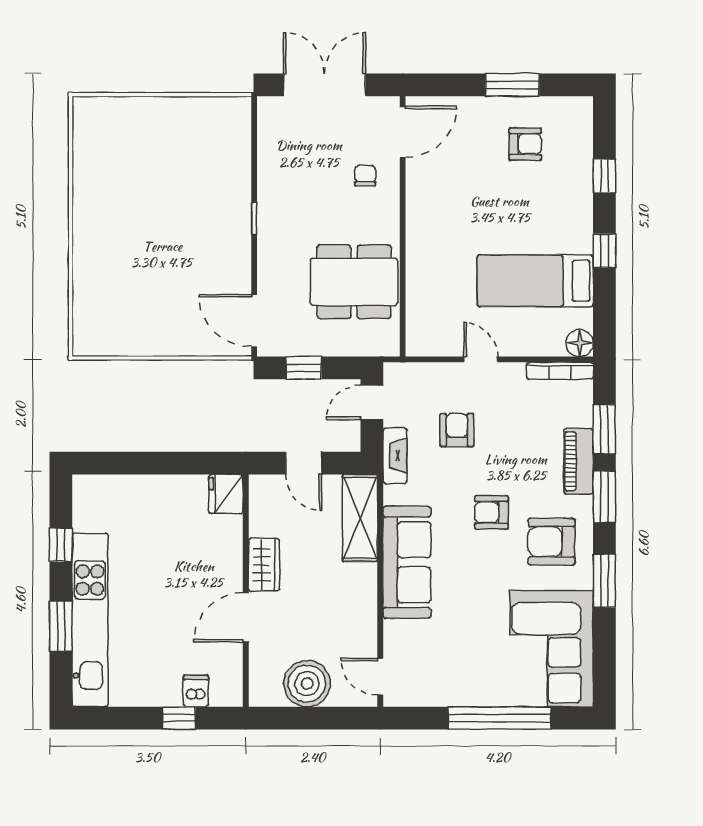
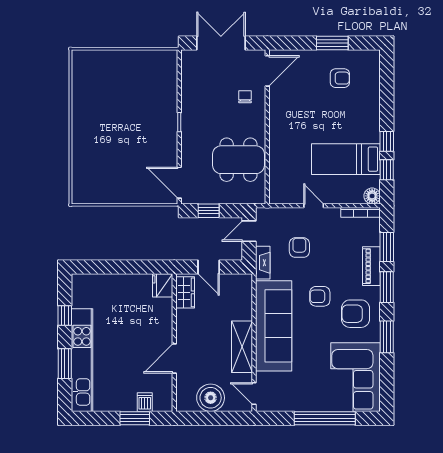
window: (604, 176) -> (387, 170), moved
shelving: (360, 518) -> (242, 347), moved
sofa: (407, 562) -> (274, 326), width x1.36, depth x1.27
wardrobe: (264, 565) -> (185, 292), moved
window: (179, 718) -> (135, 418), width x1.50

